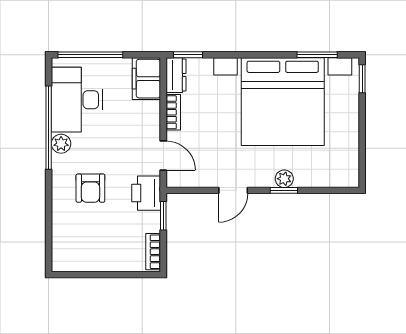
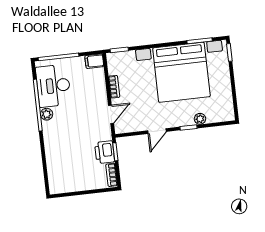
dresser: (176, 75) -> (113, 63), removed
filing cabinet: (146, 79) -> (94, 61), width x0.50
door: (163, 156) -> (111, 114), hinge flipped
plant: (284, 179) -> (200, 119), moved
armchair: (90, 188) -> (68, 140), removed
printer: (146, 193) -> (105, 152), moved

